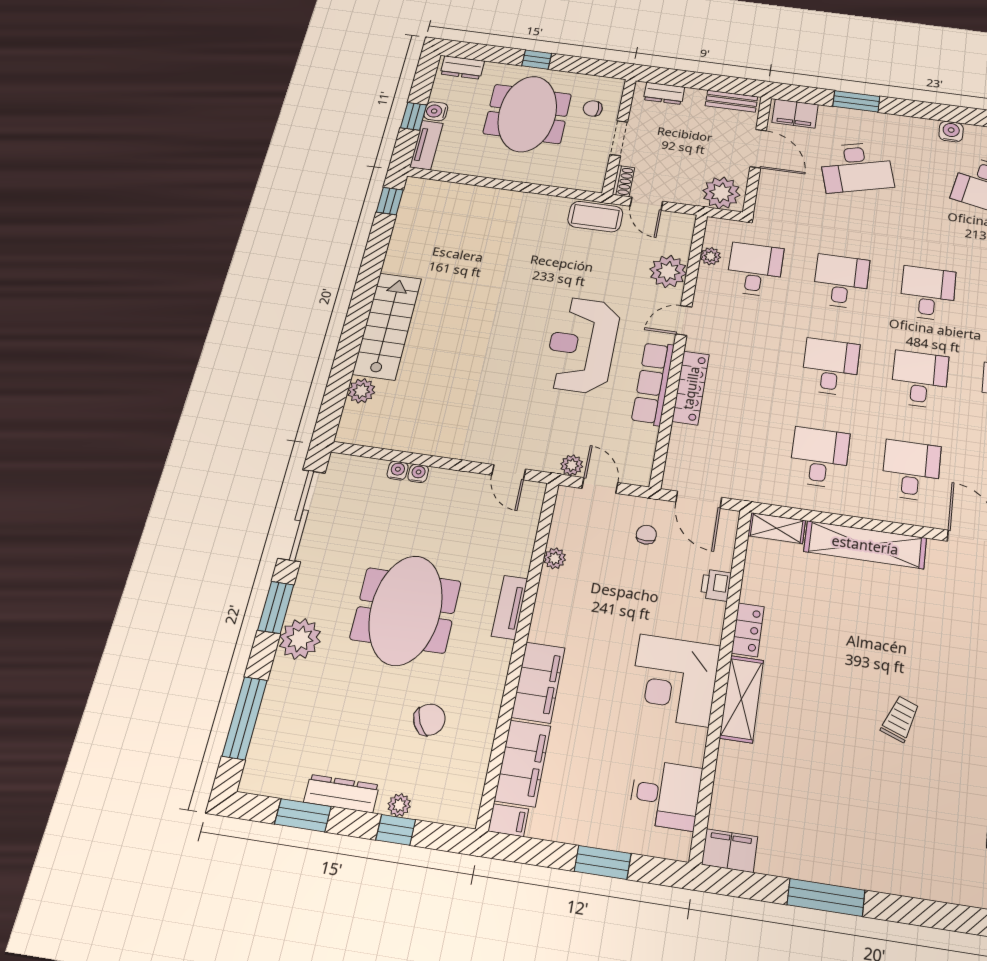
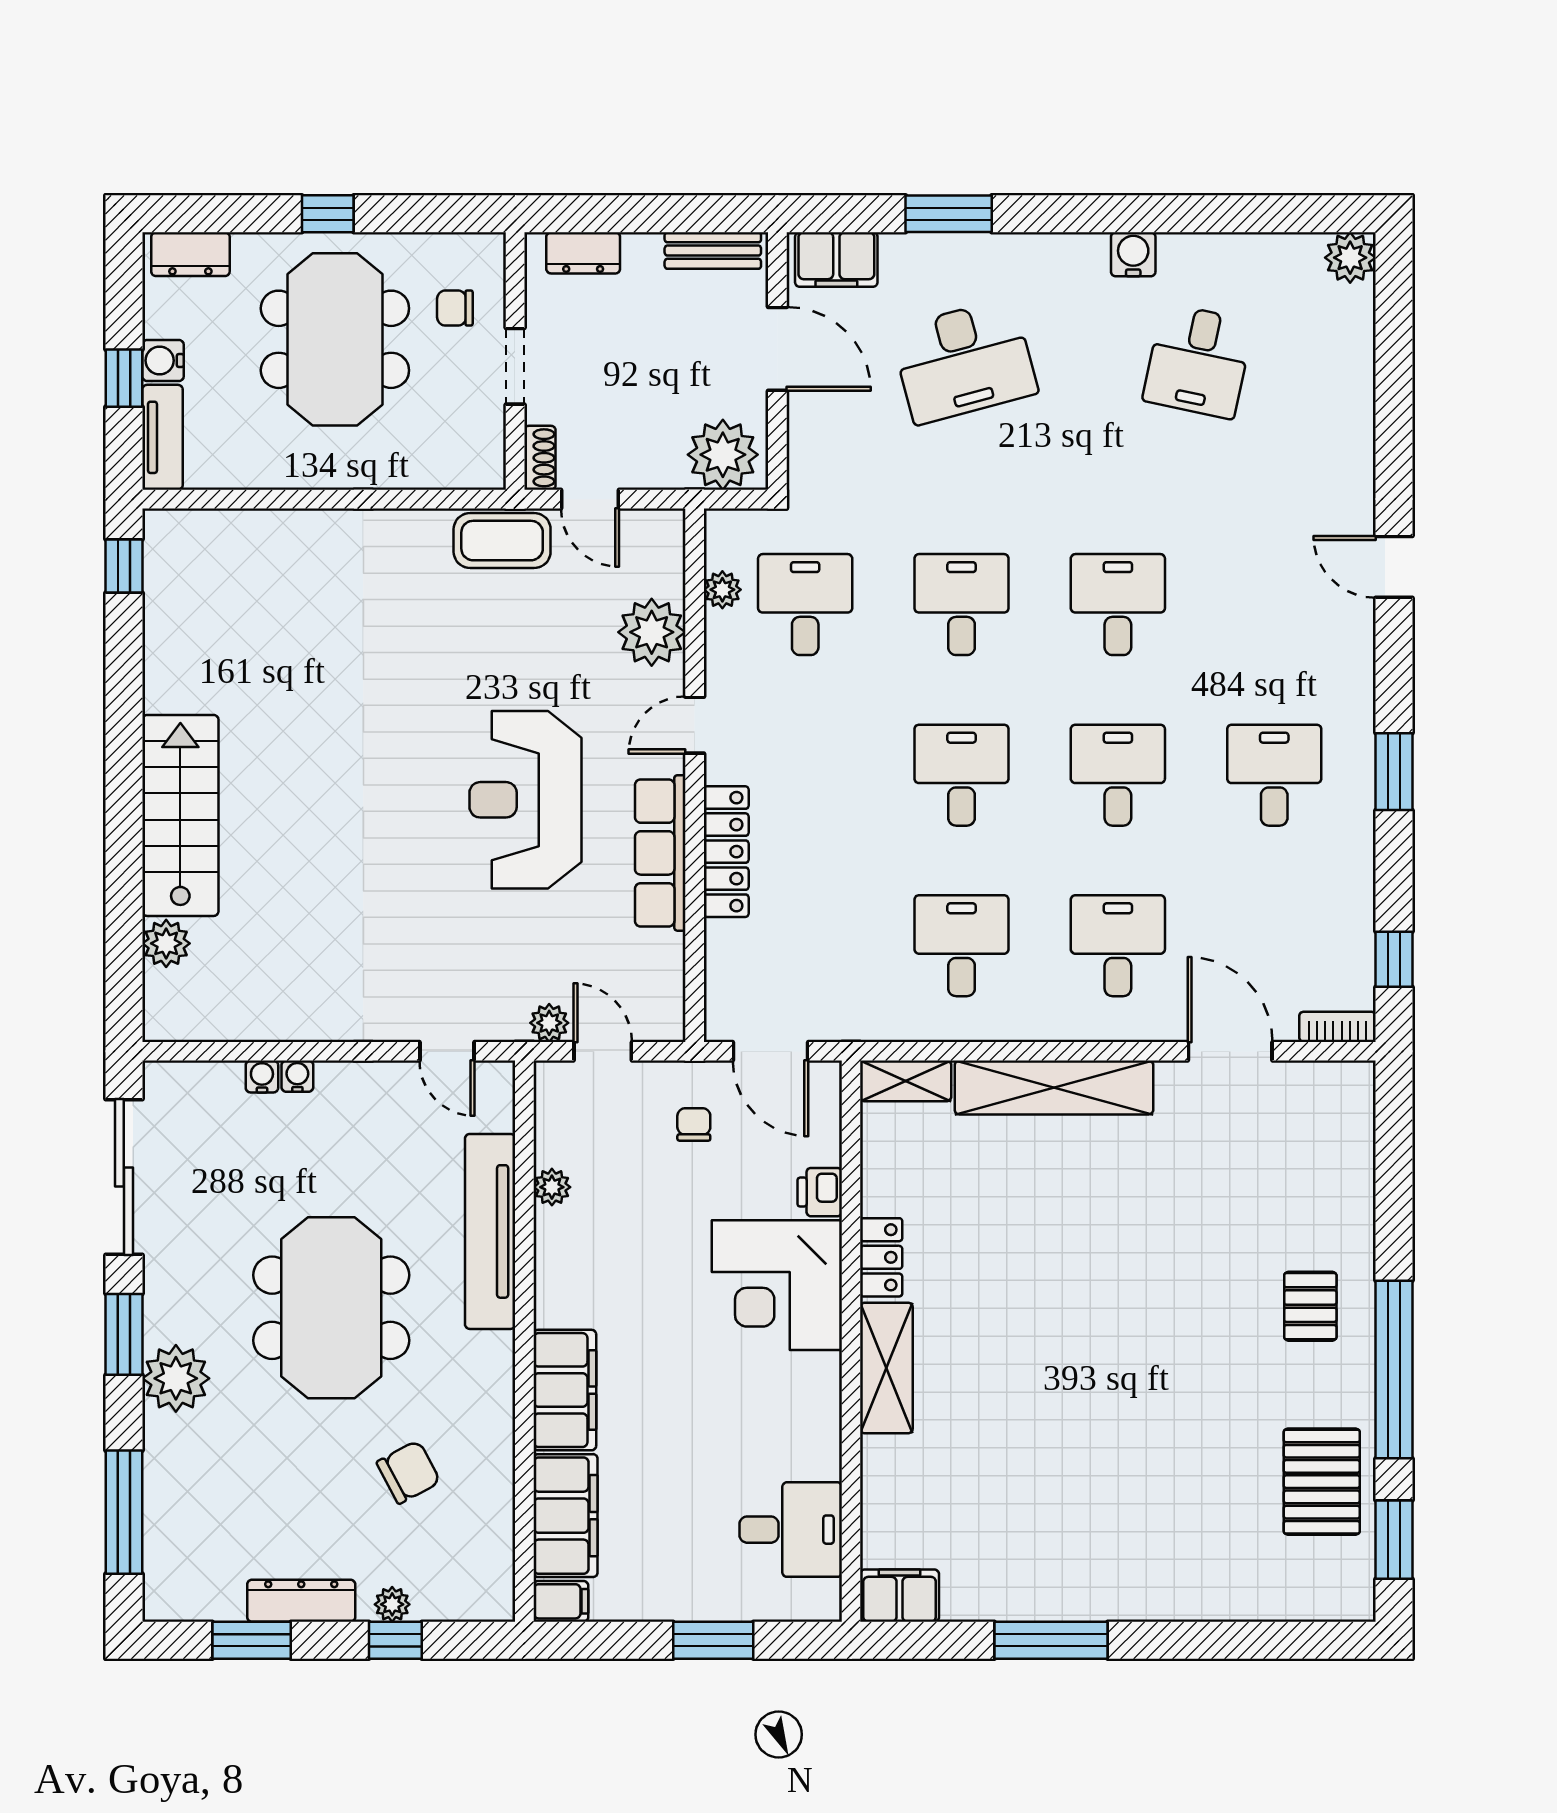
tv unit: (510, 607) -> (490, 1231), width x1.92, depth x1.29
corner desk: (674, 680) -> (777, 1285), moved
trolley: (900, 719) -> (1137, 1362), removed

